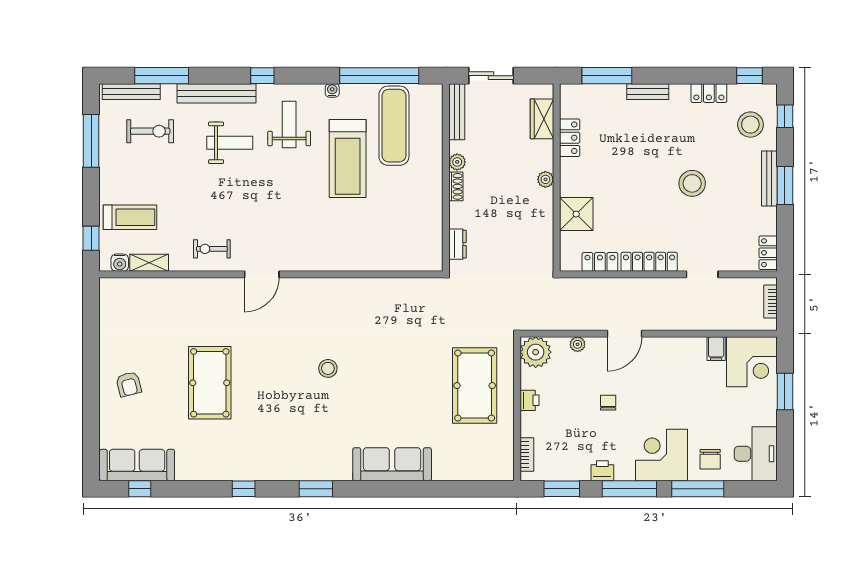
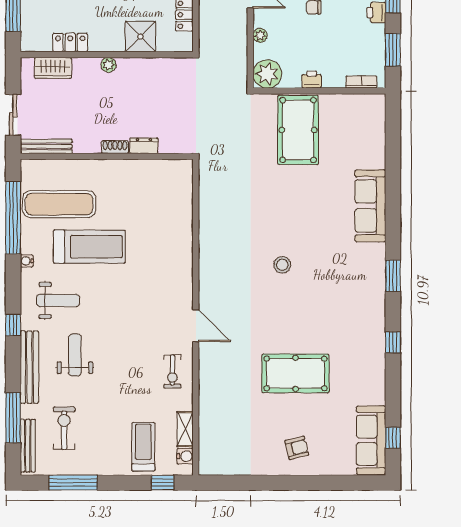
weight bench: (289, 124) -> (58, 300), turned 180
plant: (457, 162) -> (92, 146), removed
dresser: (457, 244) -> (144, 146), moved
pool table: (475, 386) -> (298, 130), turned 90

